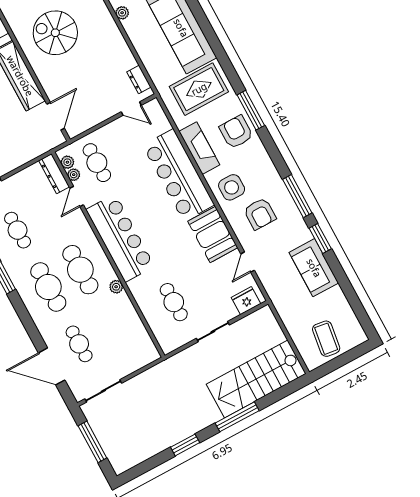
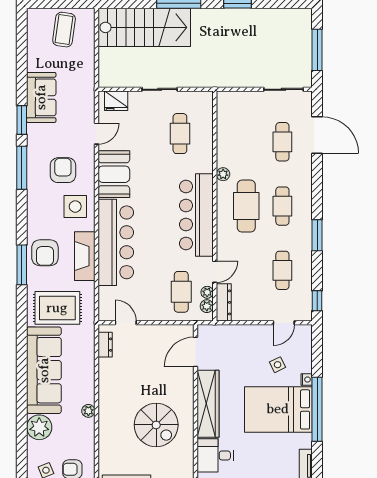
cafe table: (48, 287) -> (282, 206), width x0.73, depth x0.74

